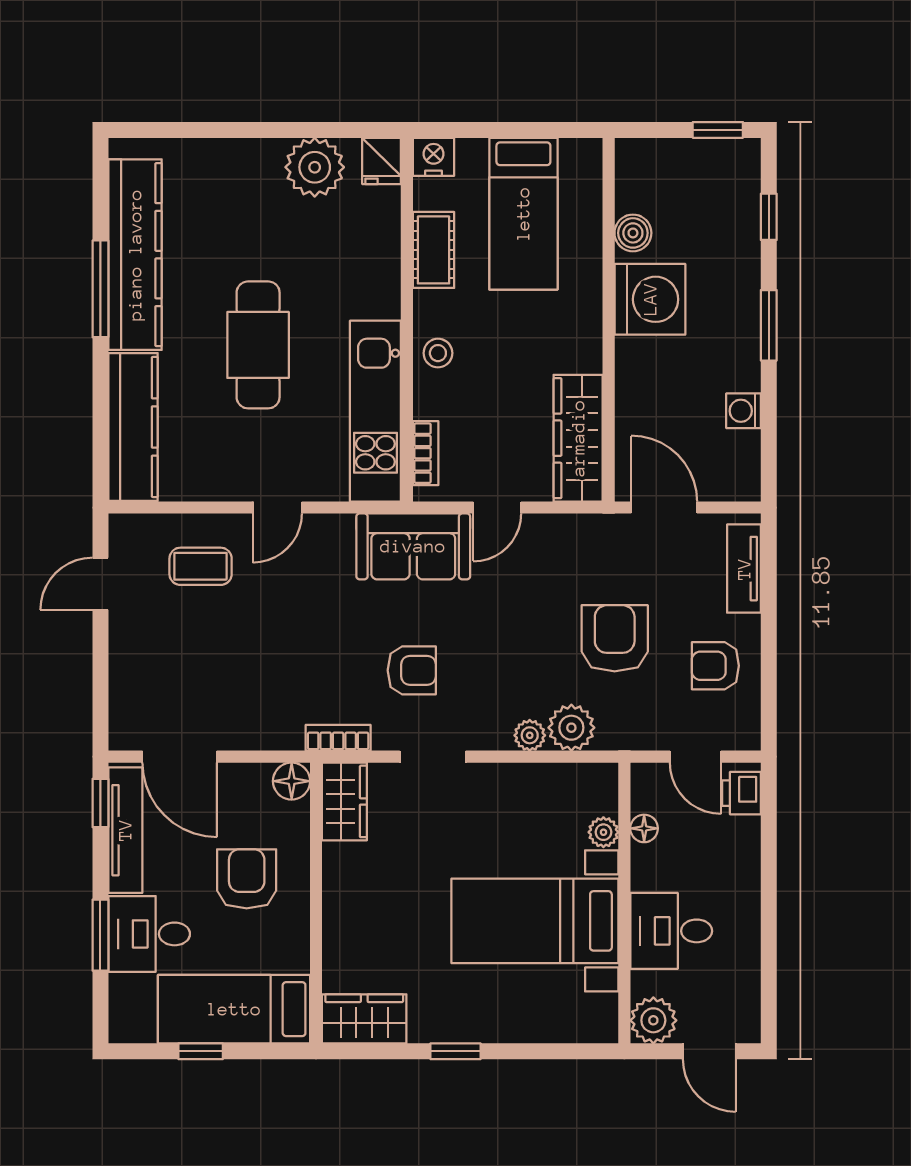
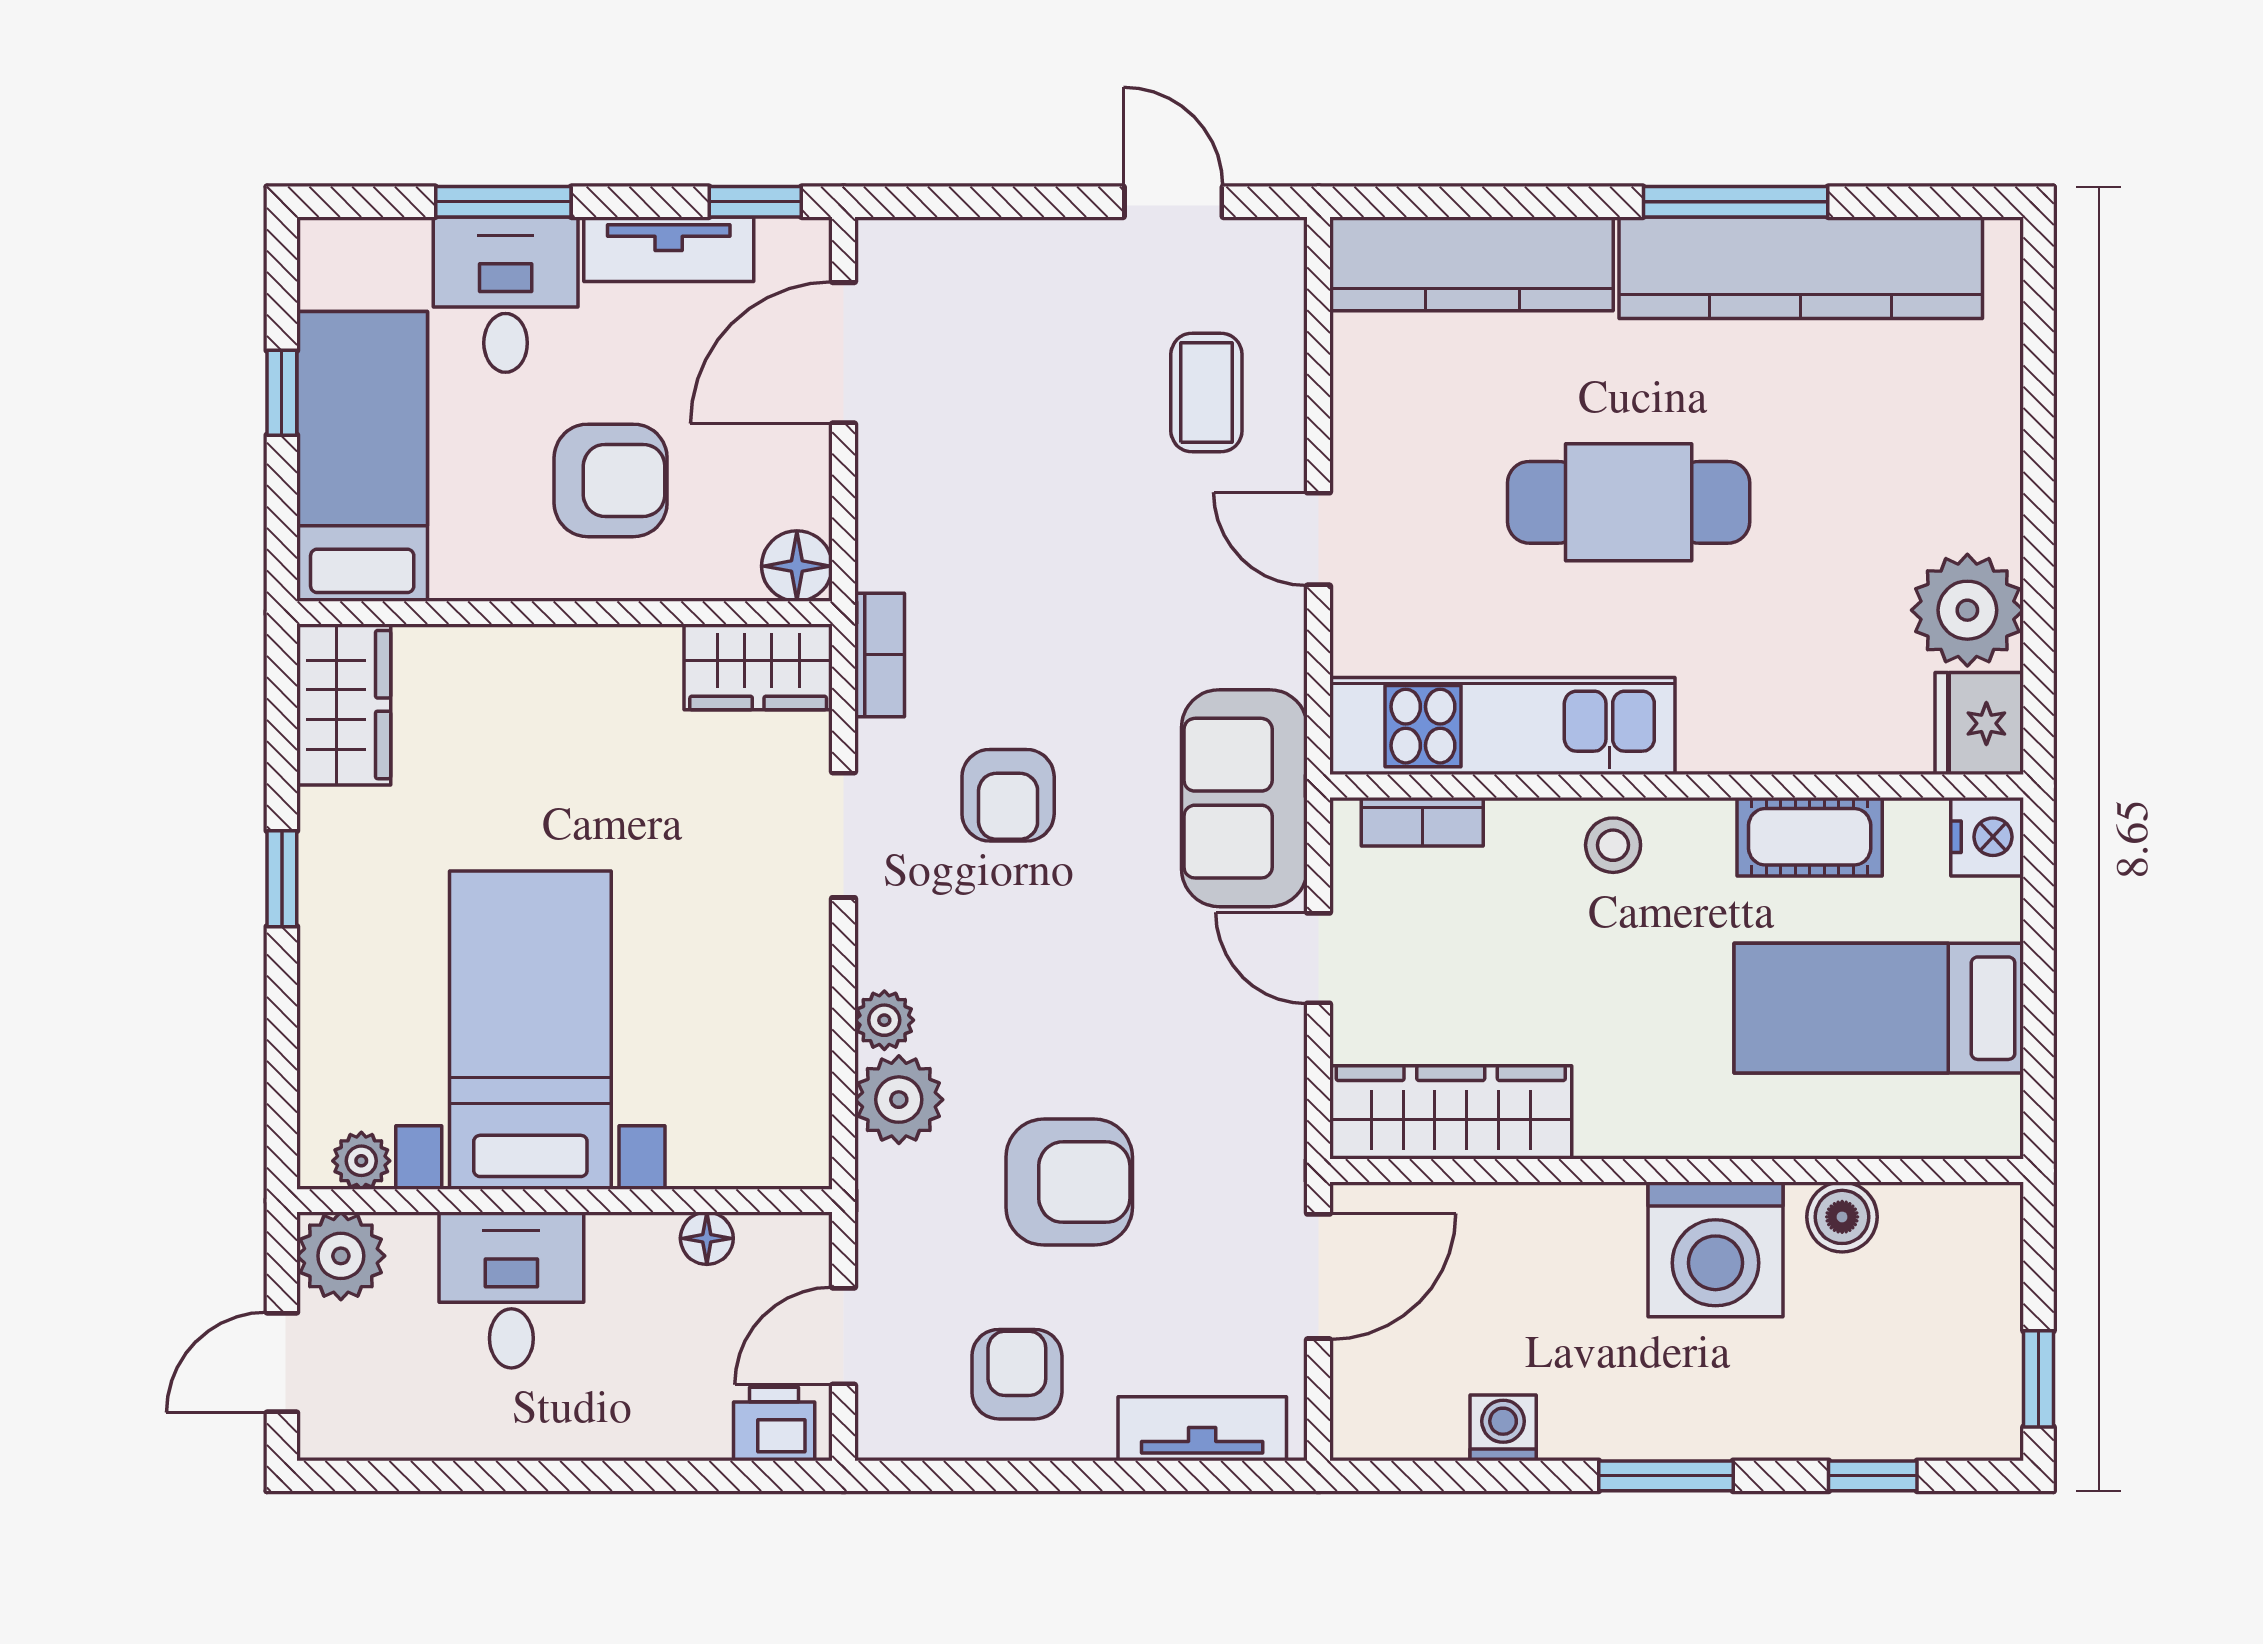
fridge: (382, 161) -> (1979, 723), width x1.38
tv unit: (125, 830) -> (669, 249), width x0.71
plant: (603, 832) -> (361, 1161), moved

